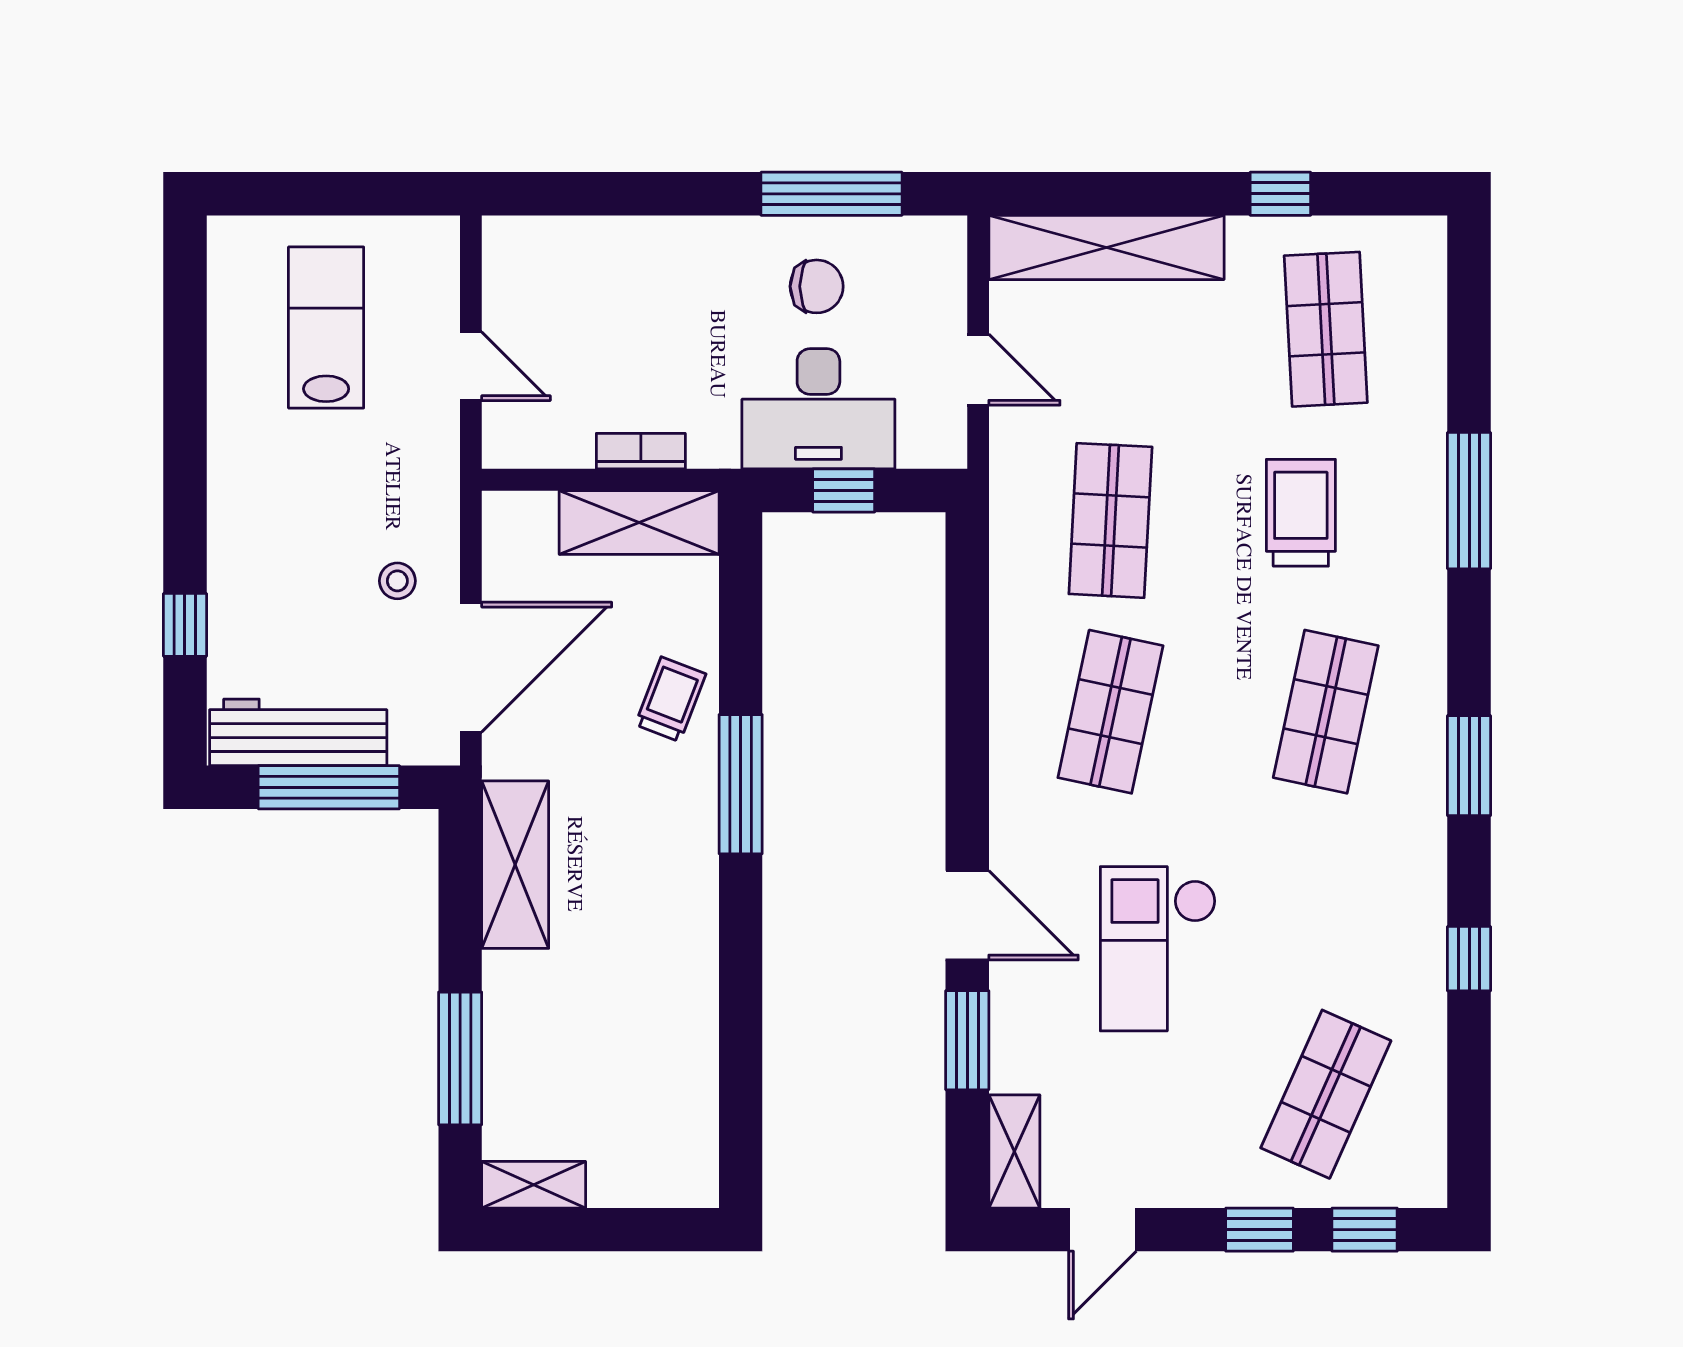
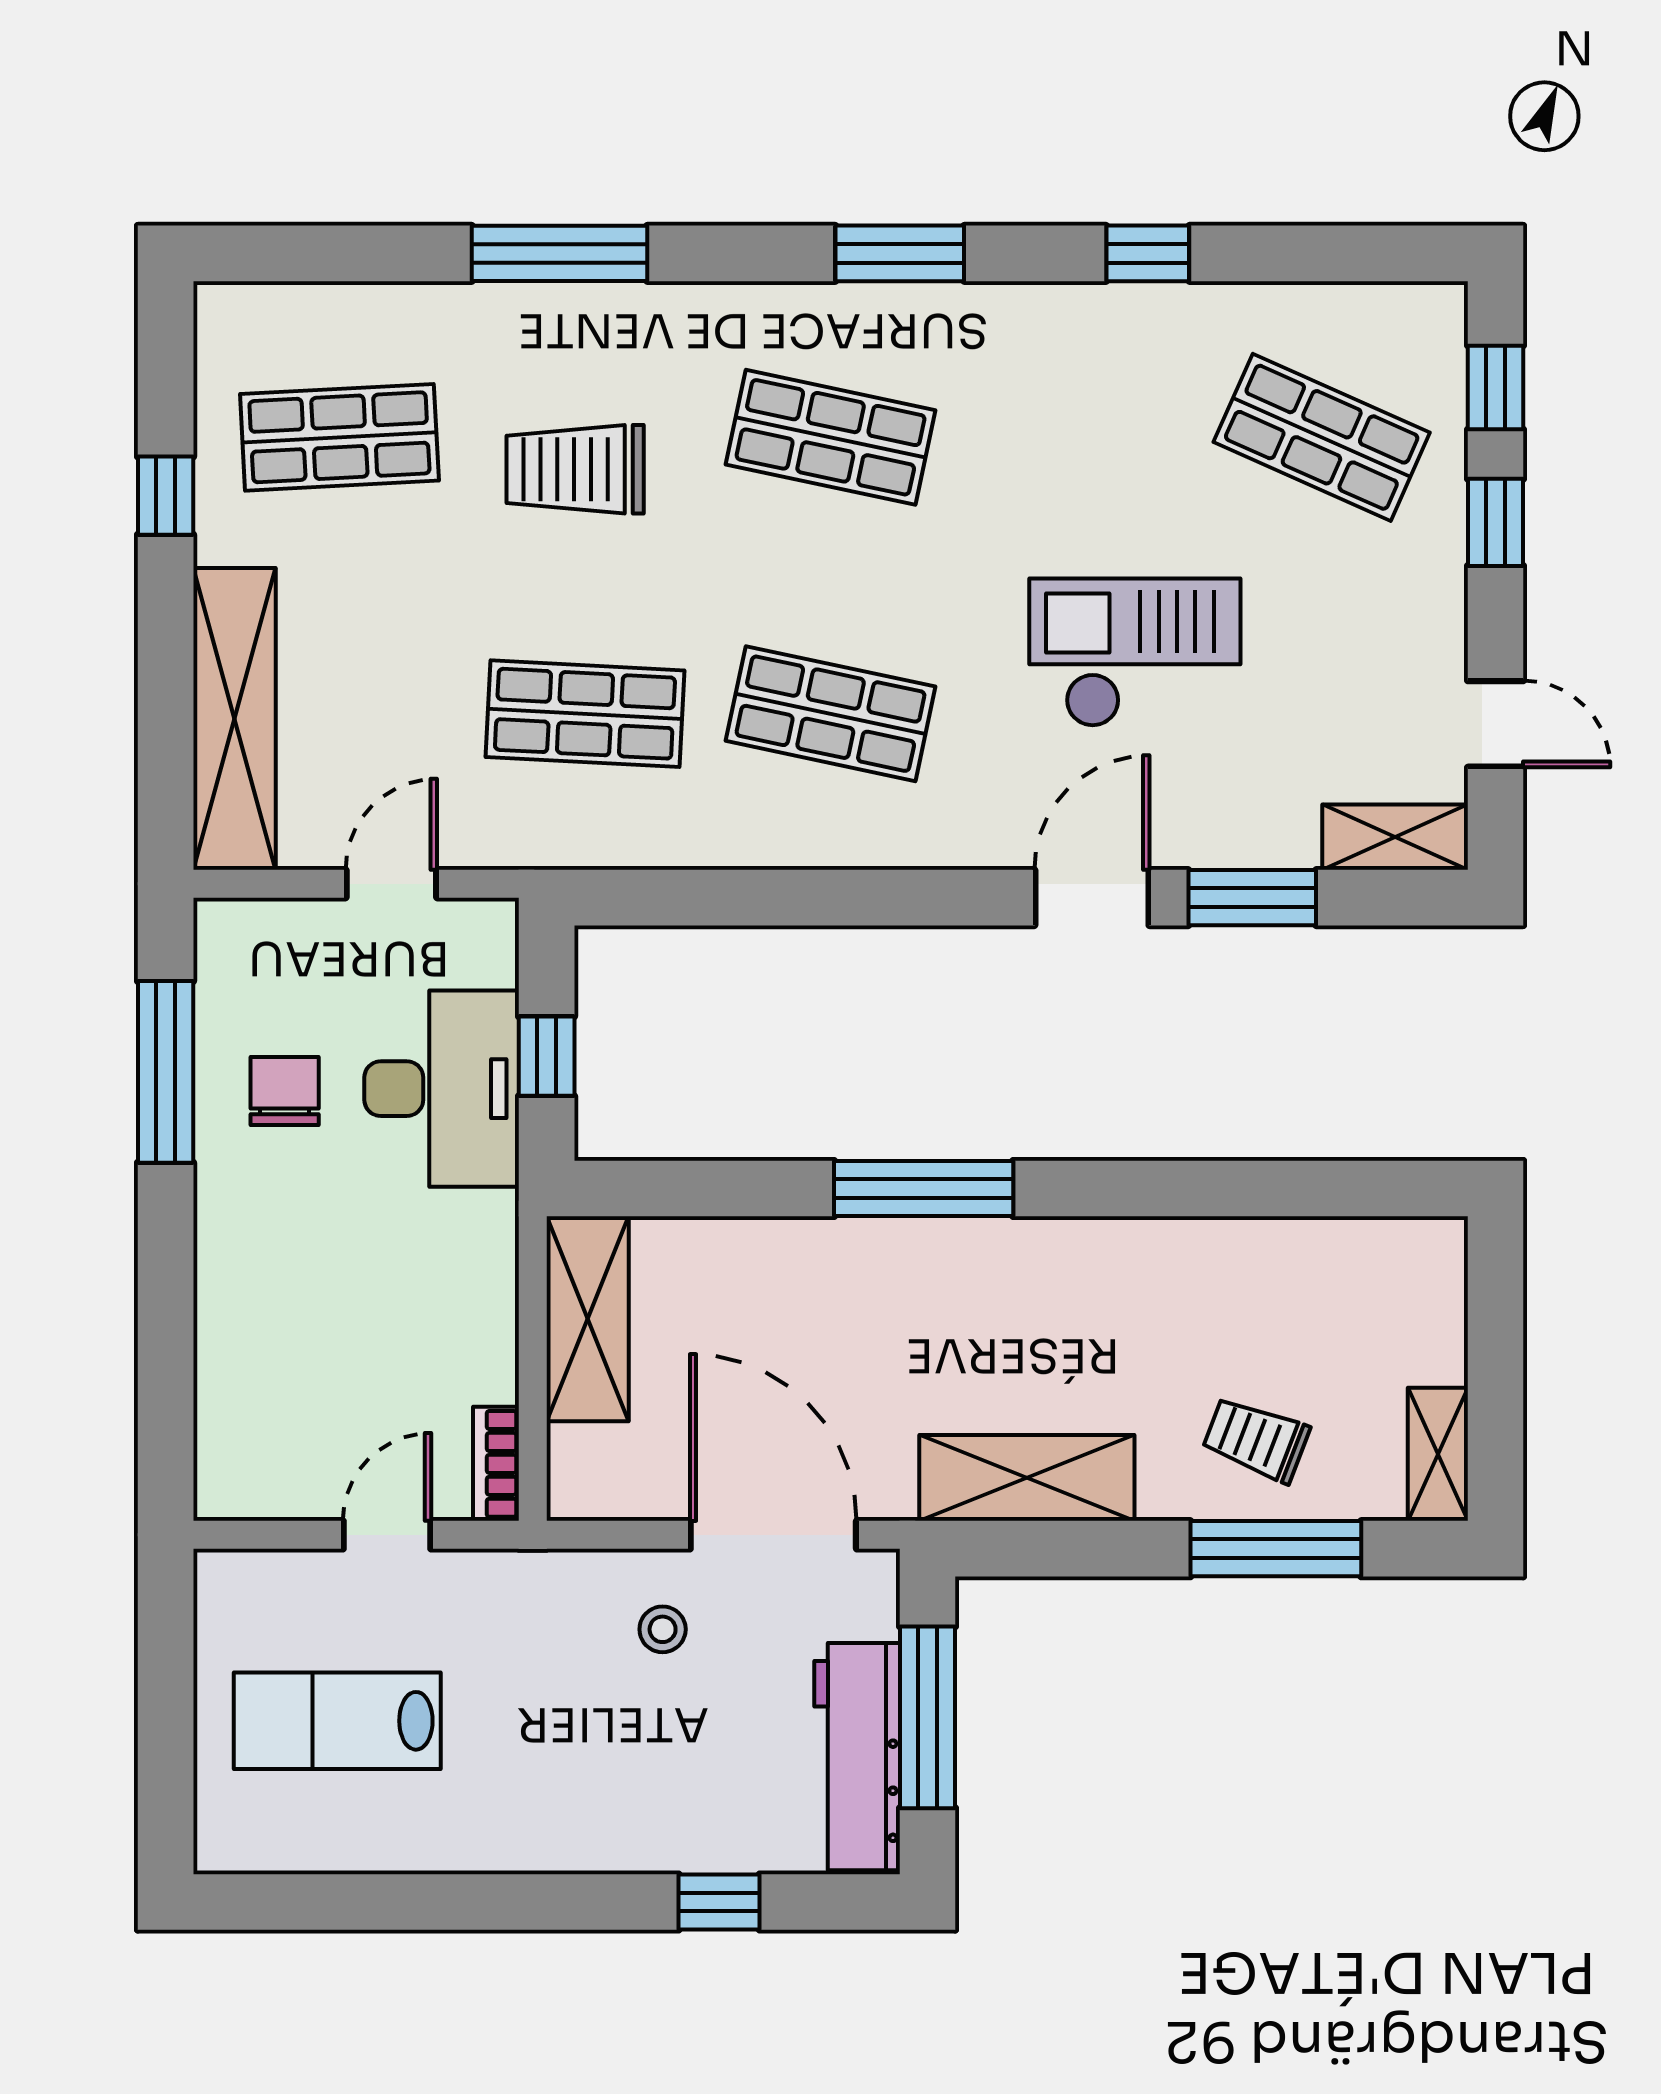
bookcase: (641, 451) -> (496, 1464), moved
trolley: (671, 699) -> (1256, 1439), moved
checkout: (1158, 949) -> (1135, 653), turned 180

